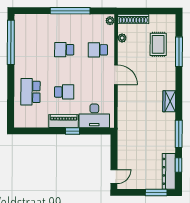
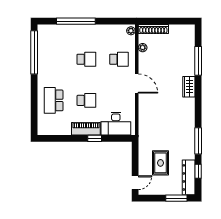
window: (70, 11) -> (76, 21), moved
rug: (158, 44) -> (160, 163), moved
school desk: (64, 50) -> (86, 59), turned 180
school desk: (98, 50) -> (119, 59), turned 180
wardrobe: (169, 101) -> (189, 87), moved

